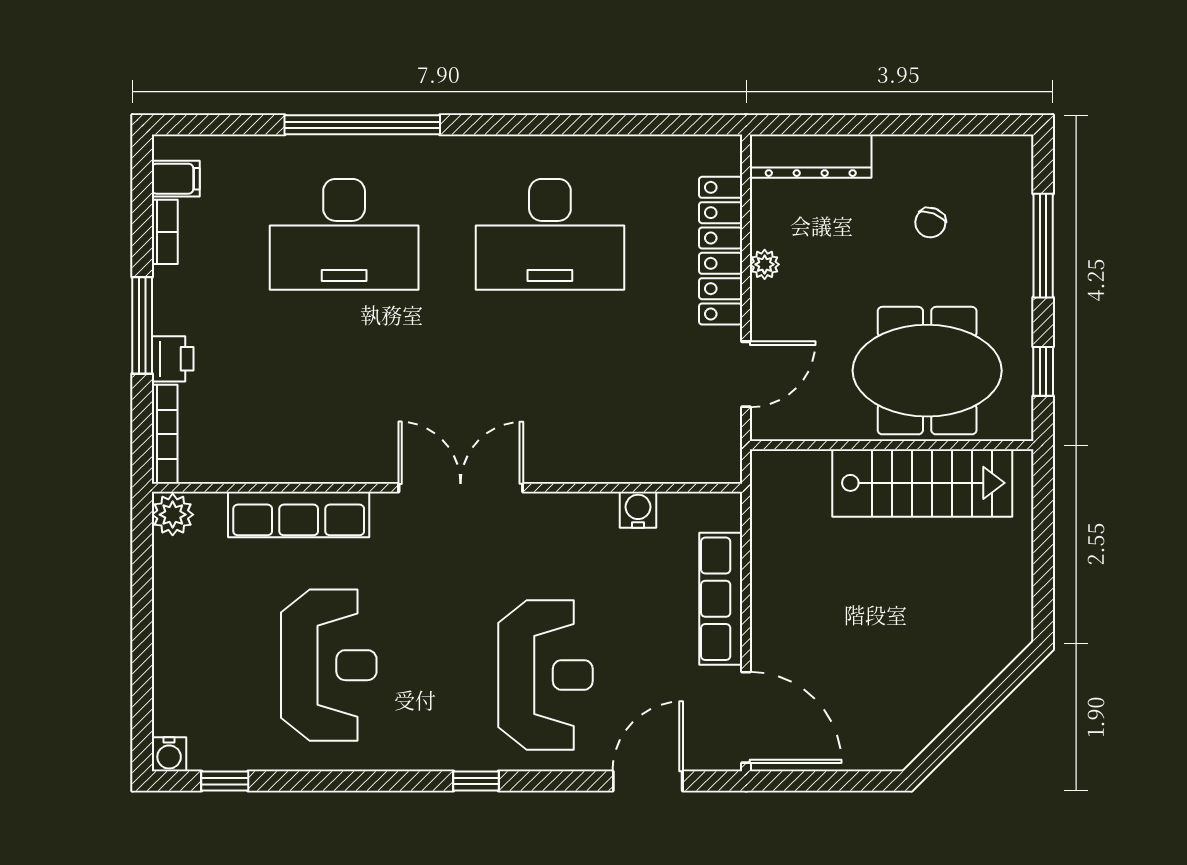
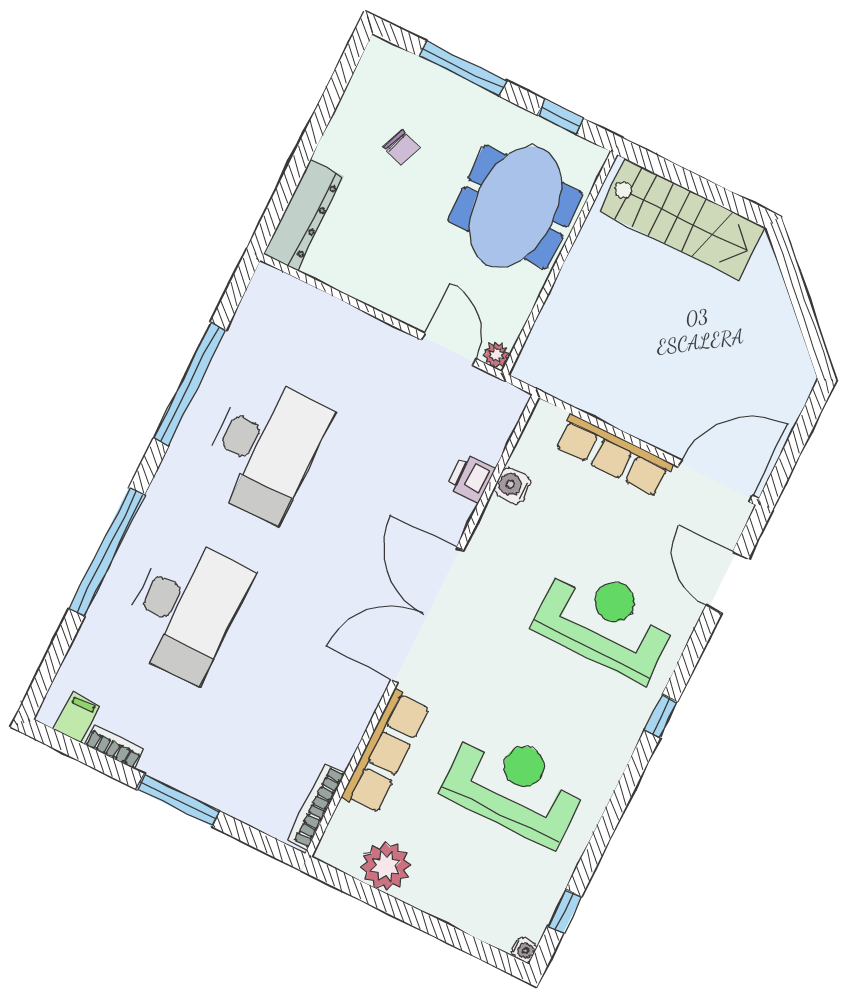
window: (578, 125) -> (190, 384), added
locker: (721, 251) -> (343, 321), removed
plant: (765, 264) -> (496, 355), moved
printer: (173, 359) -> (471, 479), moved, turned -90
bookcase: (165, 434) -> (317, 806), moved, turned -90
stairs: (922, 483) -> (682, 219), moved, turned 90
double door: (461, 488) -> (427, 615), width x1.36
plant: (173, 515) -> (386, 866), moved, width x1.36, depth x1.36
water cooler: (169, 754) -> (524, 950), width x0.72, depth x0.72

